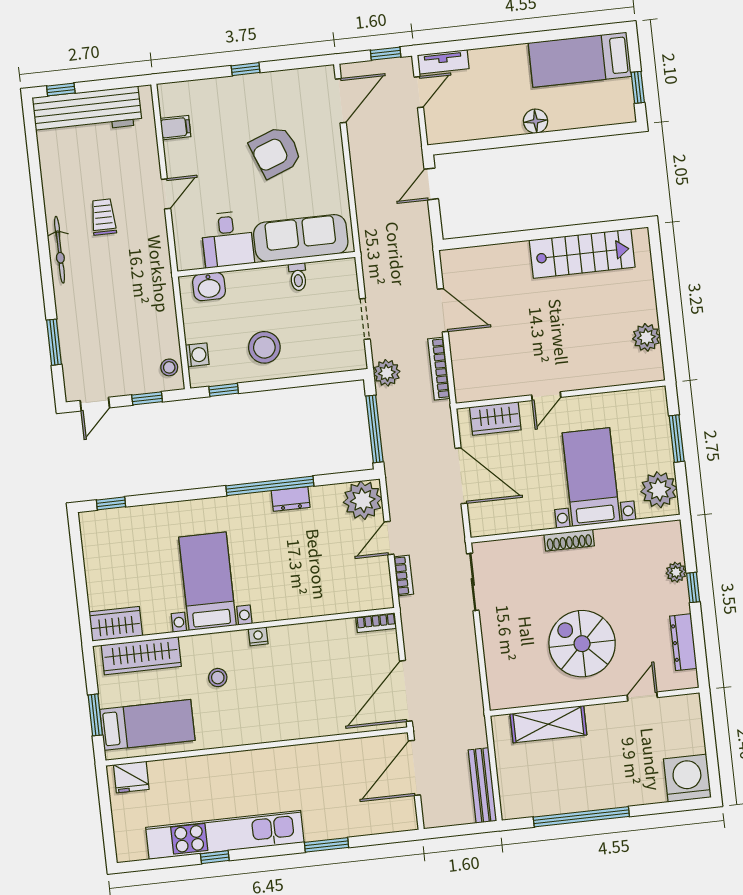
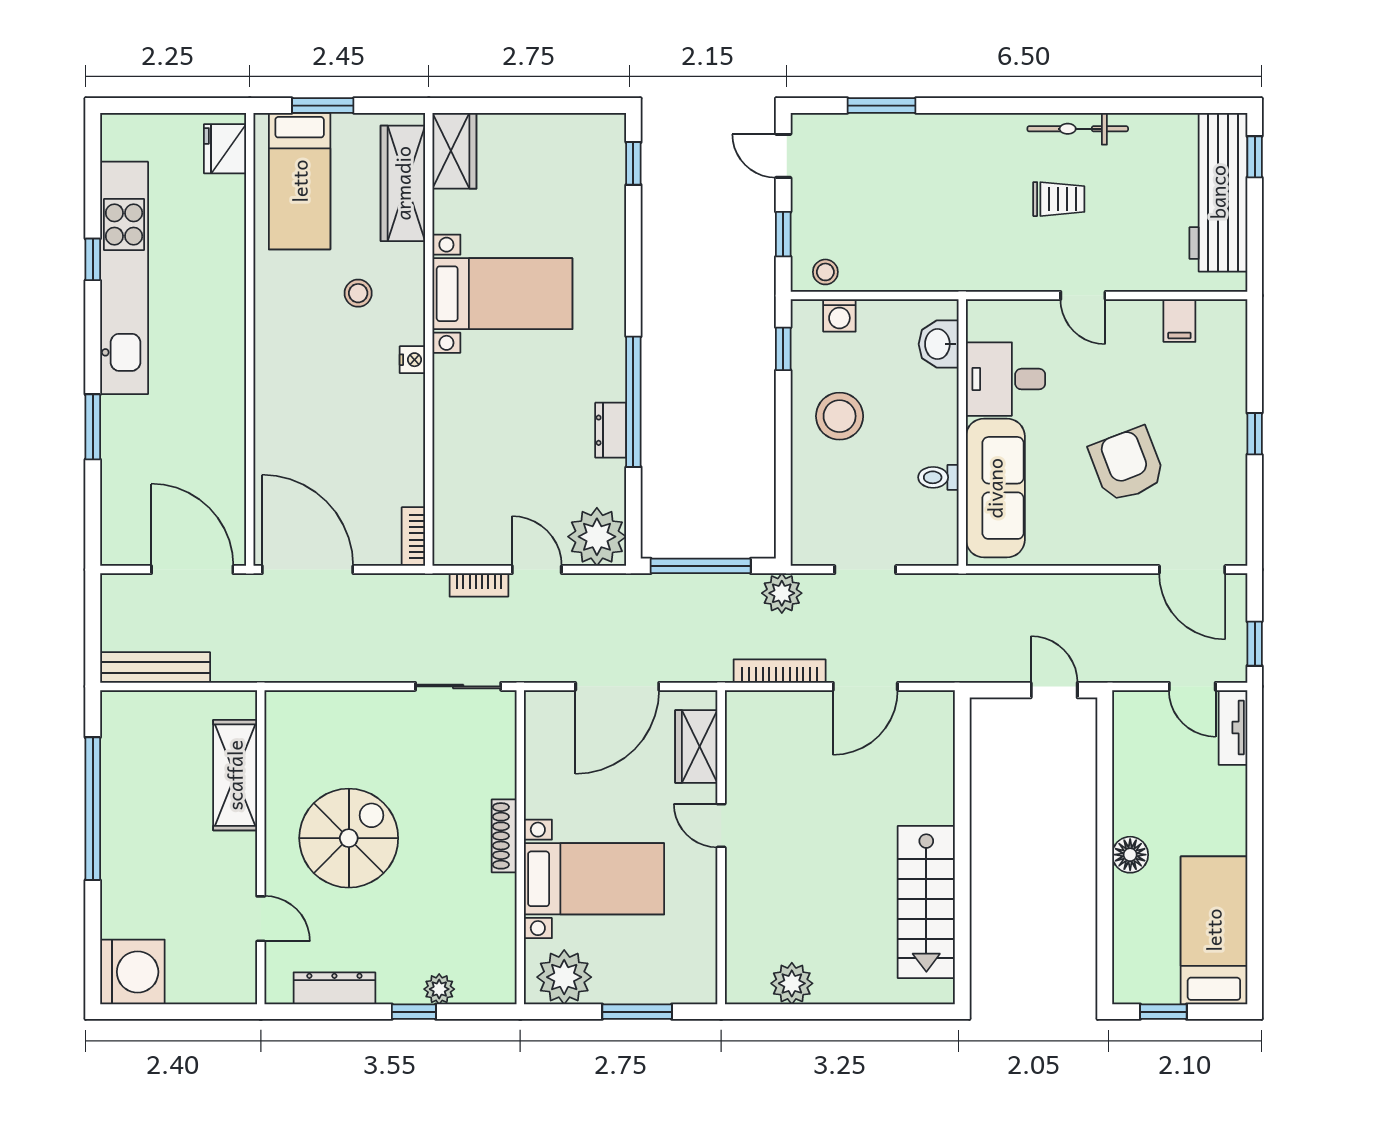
bicycle: (60, 250) -> (1078, 129), moved

